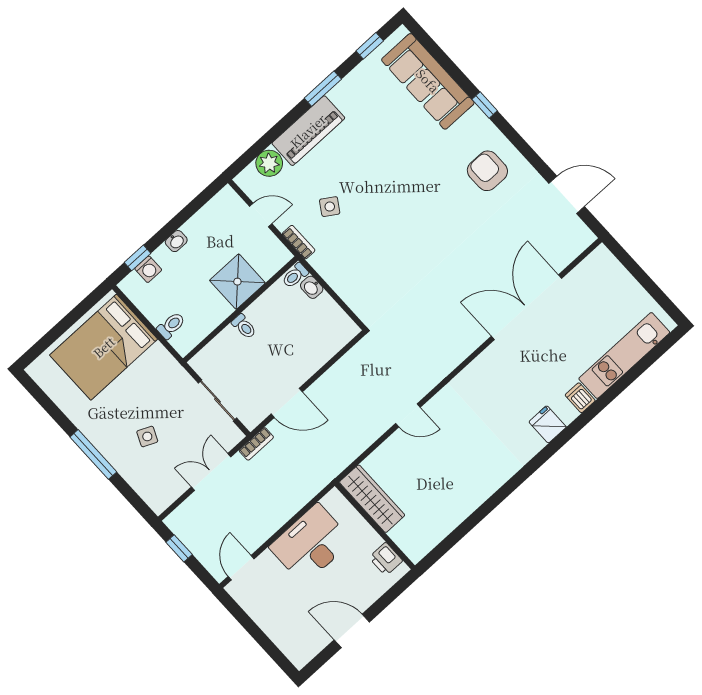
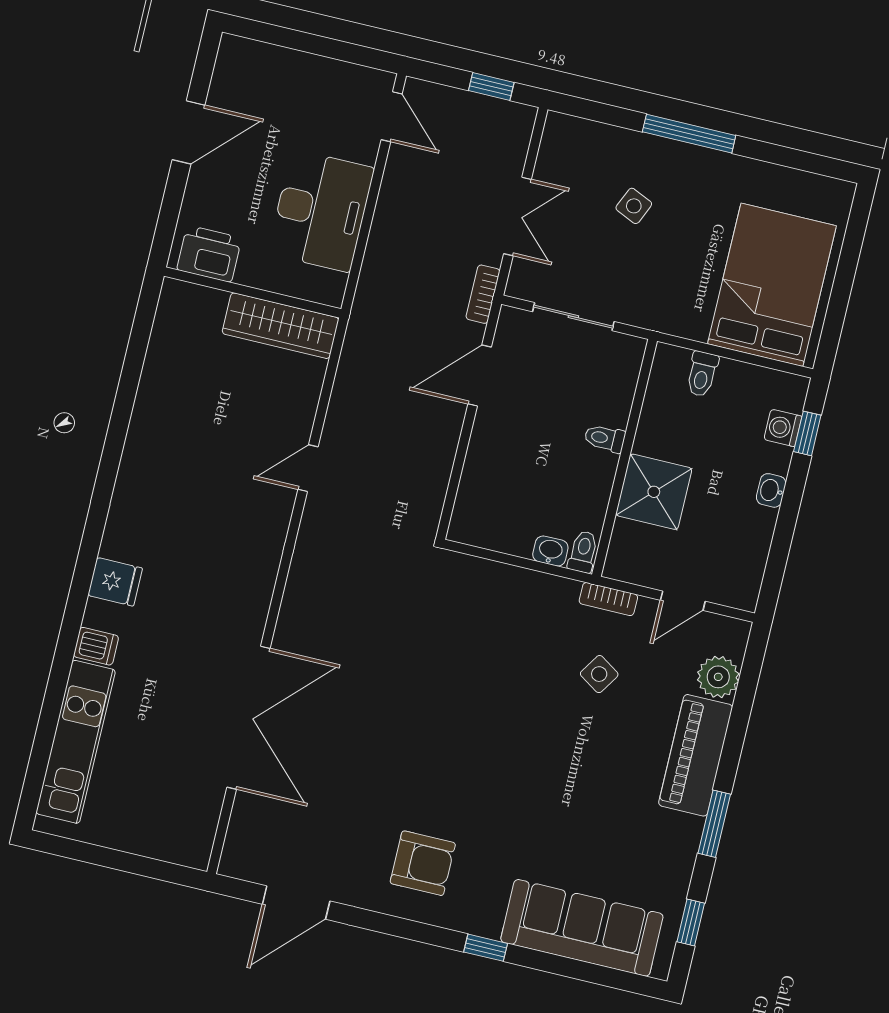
printer: (386, 559) -> (209, 254), width x1.36, depth x1.24

